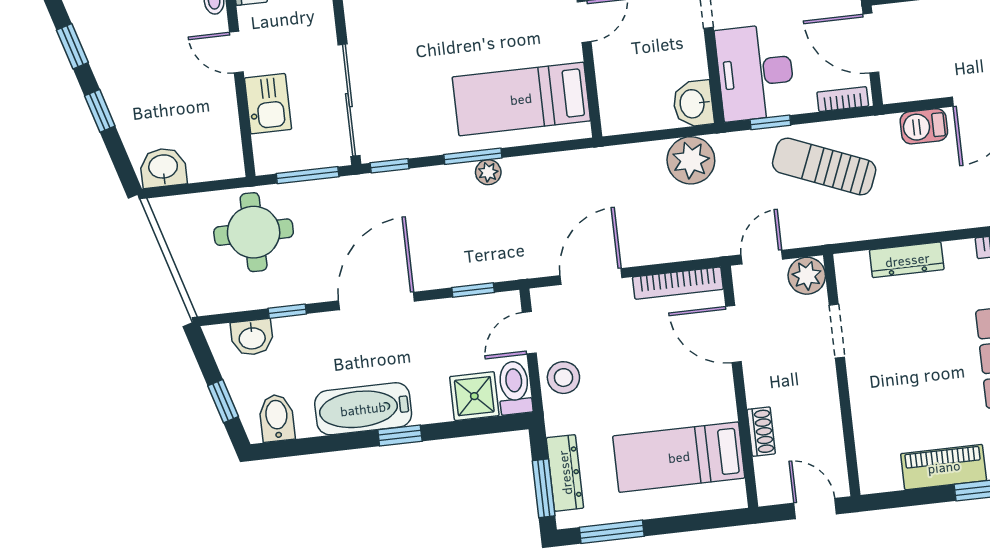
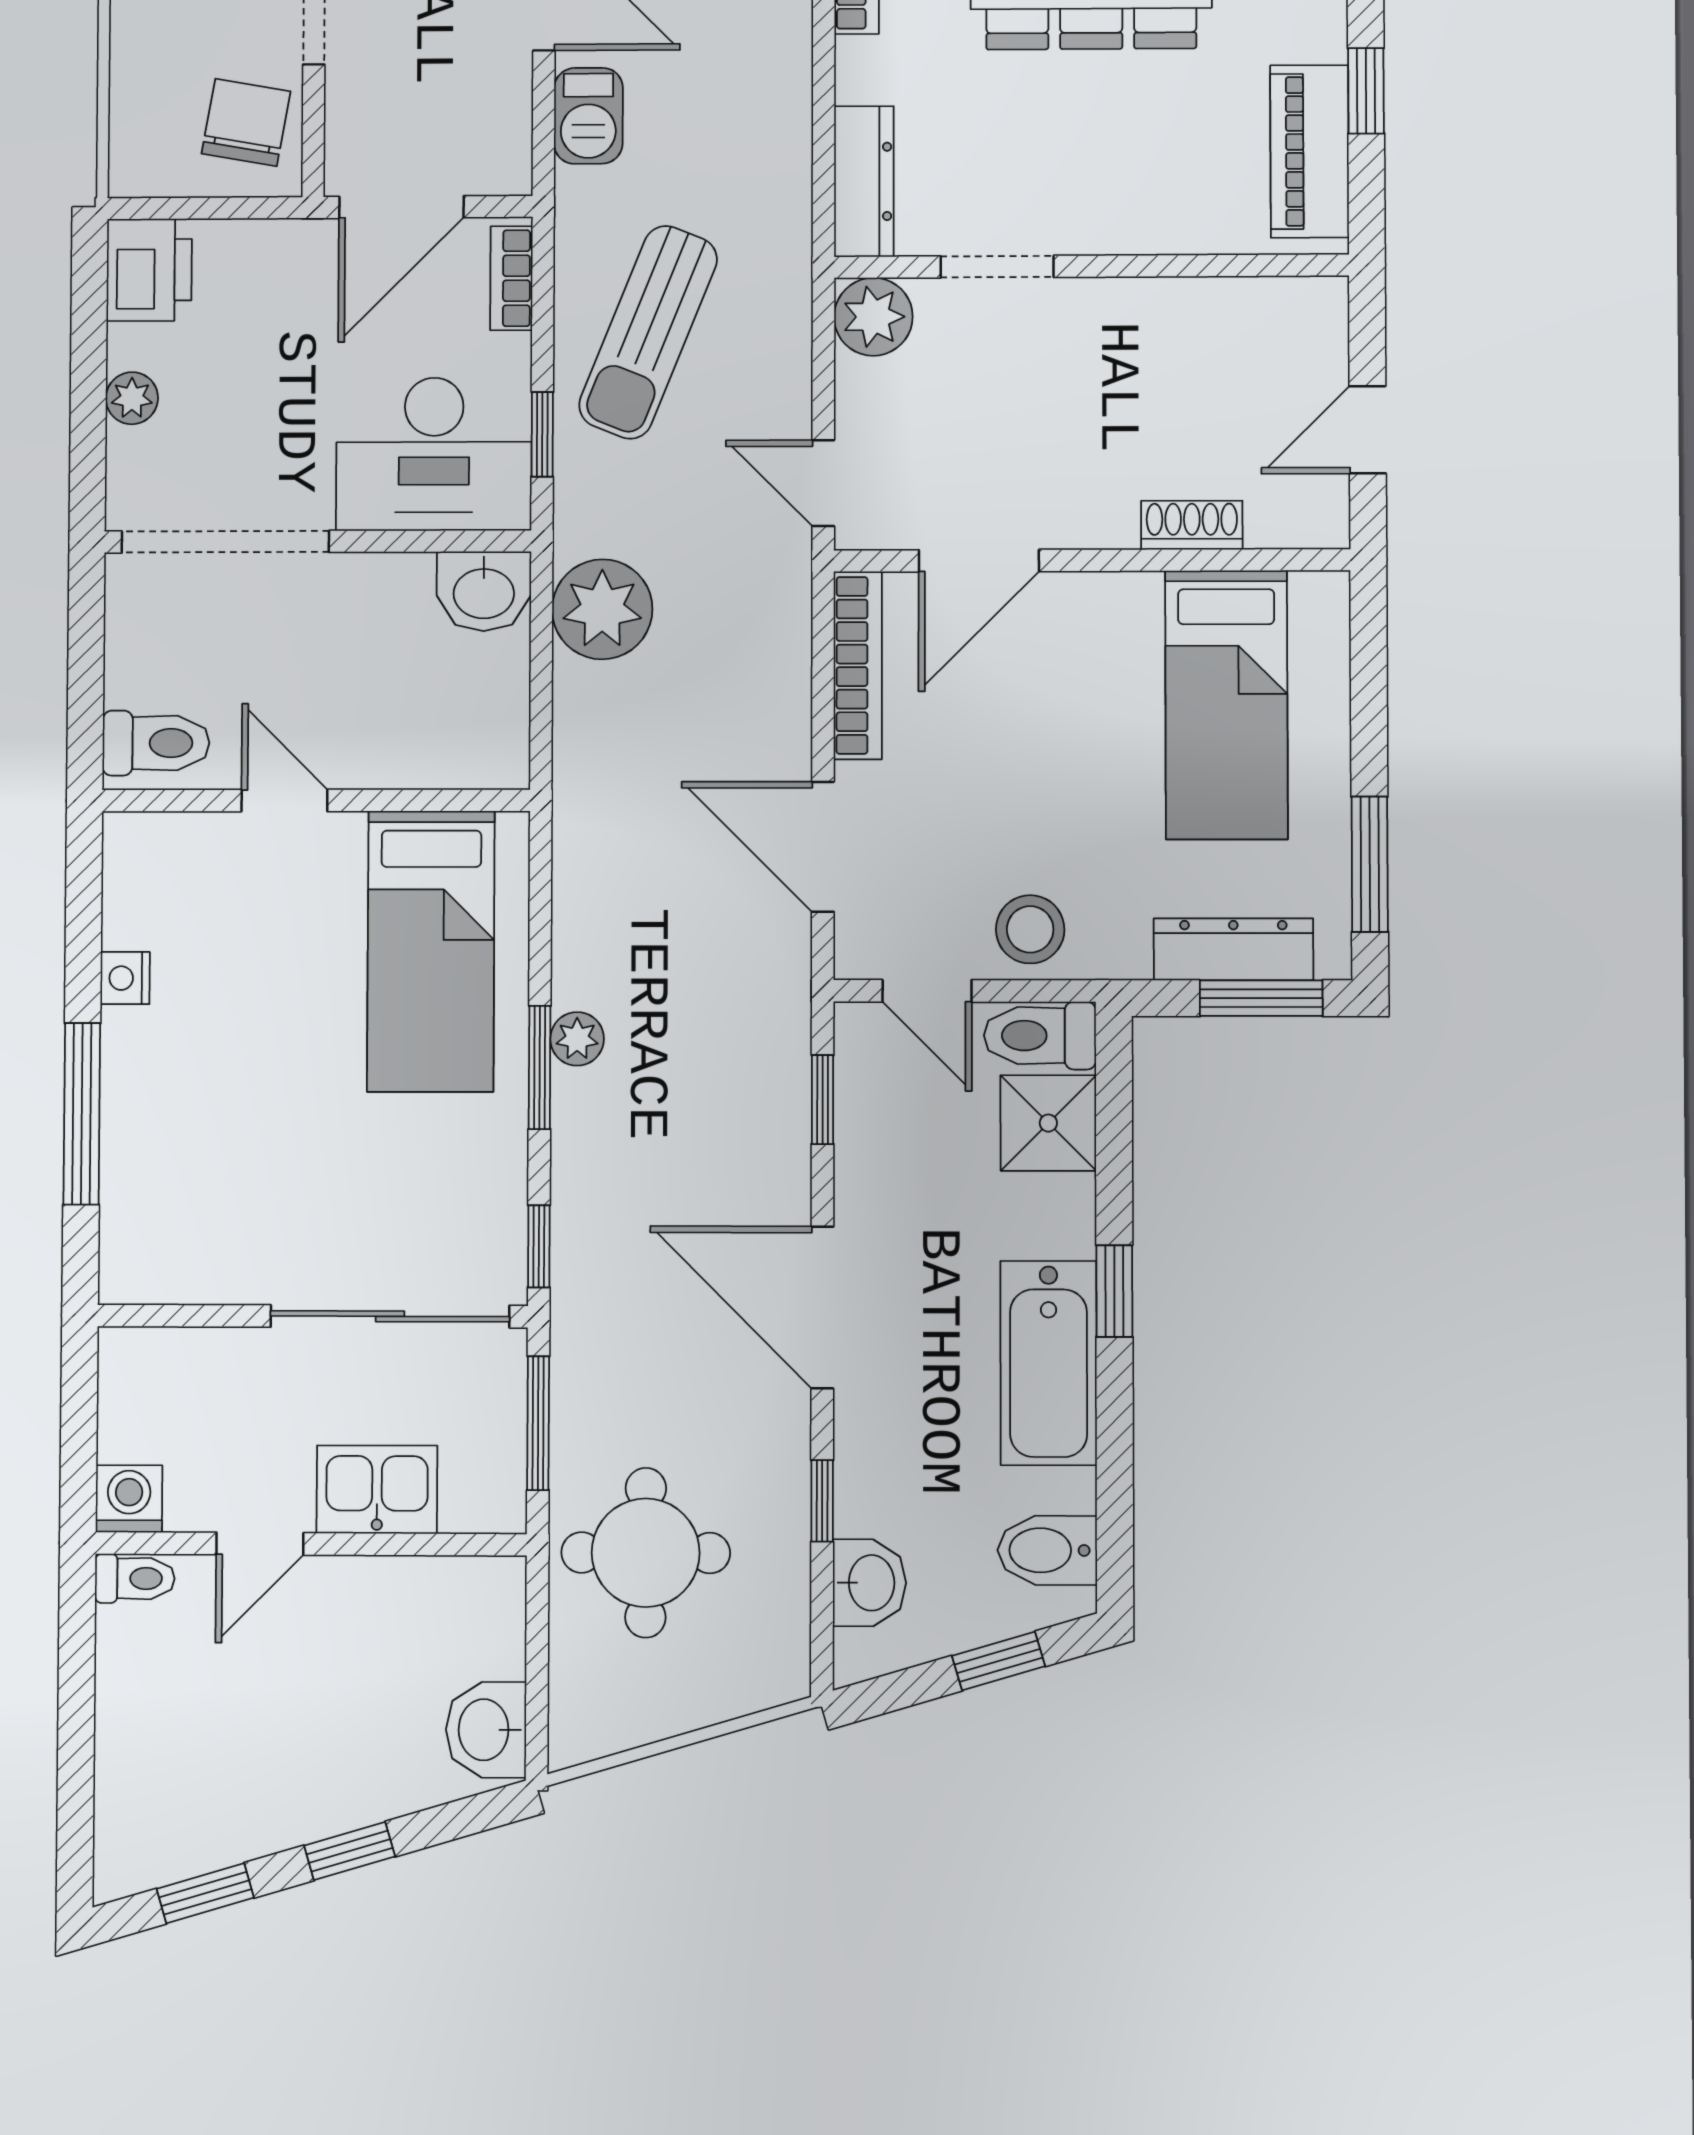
plant: (807, 276) -> (873, 317), moved
doorway: (837, 331) -> (997, 267), moved
wall: (842, 375) -> (1091, 266), moved

